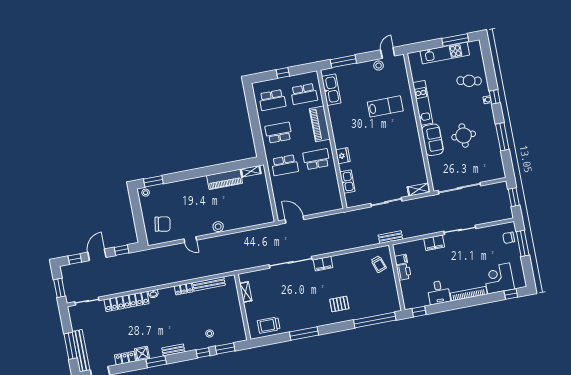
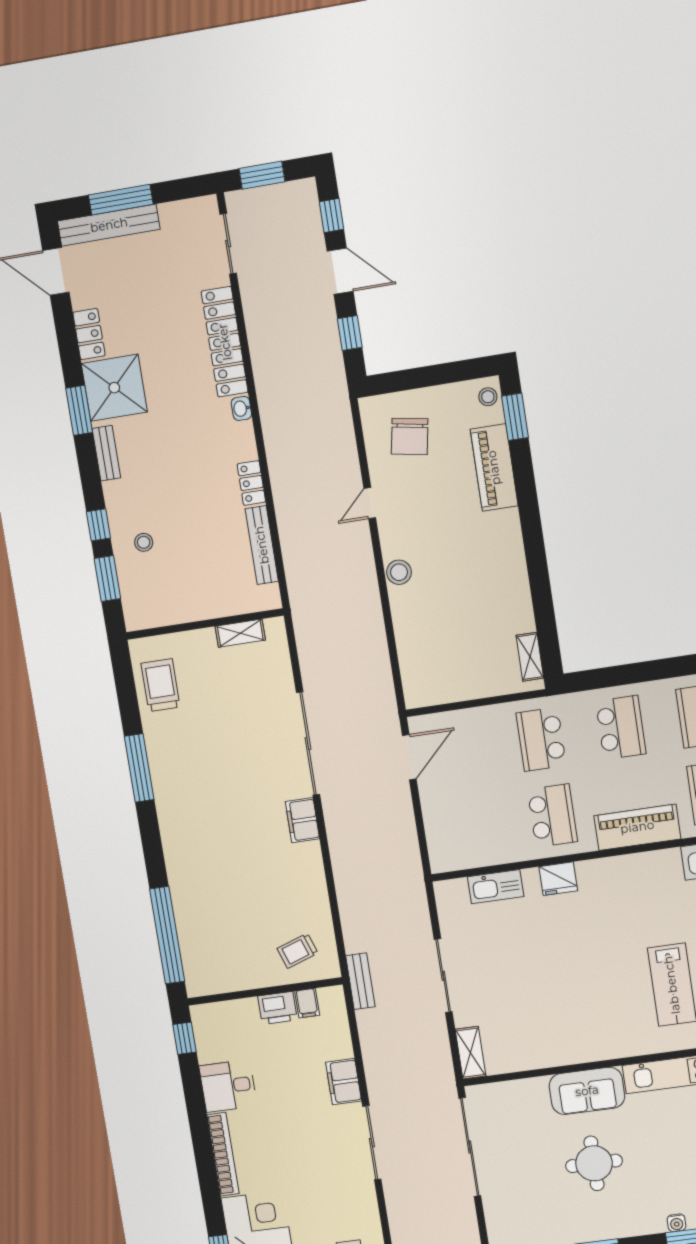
piano: (225, 179) -> (494, 468), moved
pallet: (339, 304) -> (206, 854), removed
shower: (142, 354) -> (114, 388), width x1.86, depth x1.86

